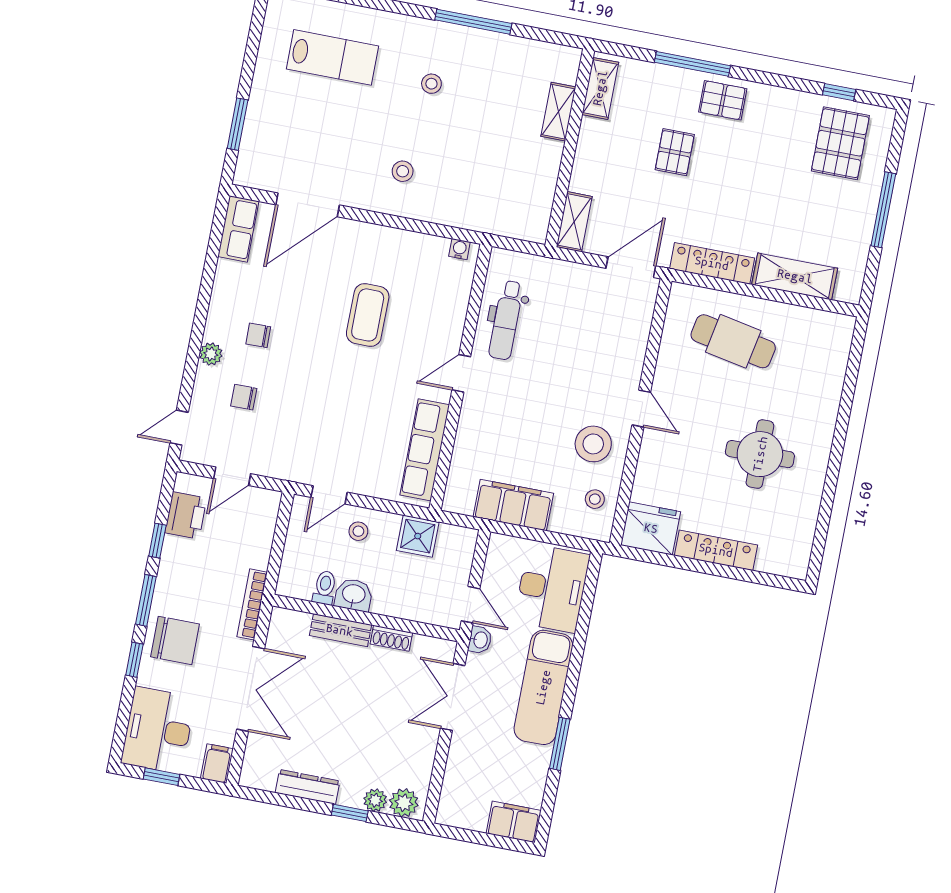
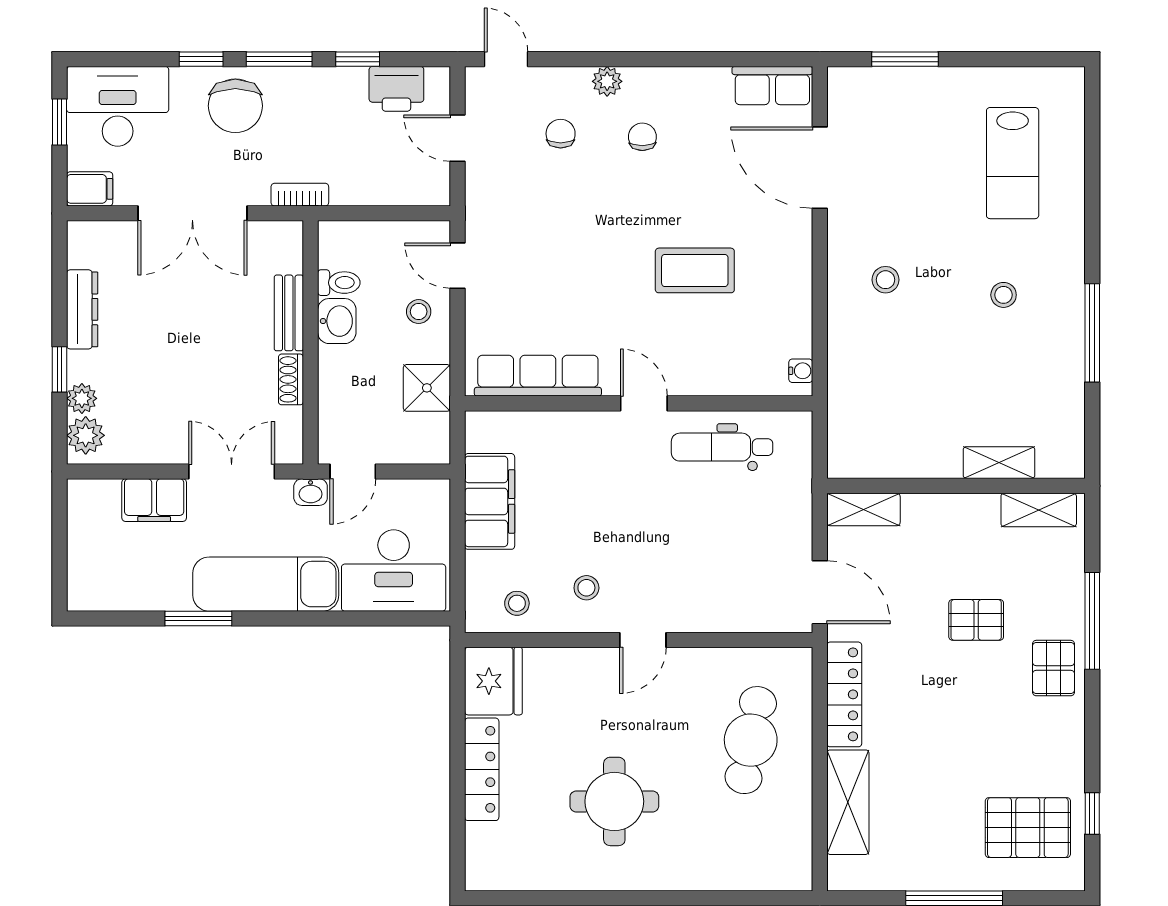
stool: (593, 444) -> (586, 588), width x0.53, depth x0.53
bookcase: (252, 604) -> (300, 195), width x0.64
filing cabinet: (514, 822) -> (154, 500), moved, turned 90

